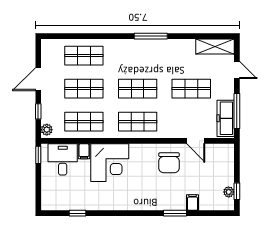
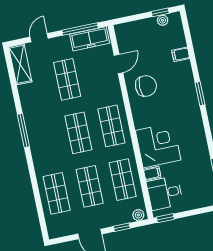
window: (175, 213) -> (200, 94), moved

